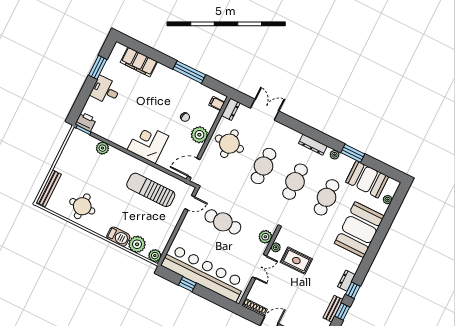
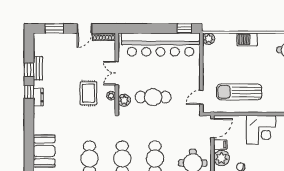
filing cabinet: (194, 148) -> (220, 144), added
sun lounger: (151, 190) -> (239, 92), turned 180
cafe table: (223, 222) -> (153, 97), moved
booth: (359, 230) -> (44, 151), width x0.73, depth x0.70
plant: (137, 244) -> (228, 41), removed
rug: (296, 261) -> (88, 93), turned 90
window: (187, 284) -> (184, 28), moved

